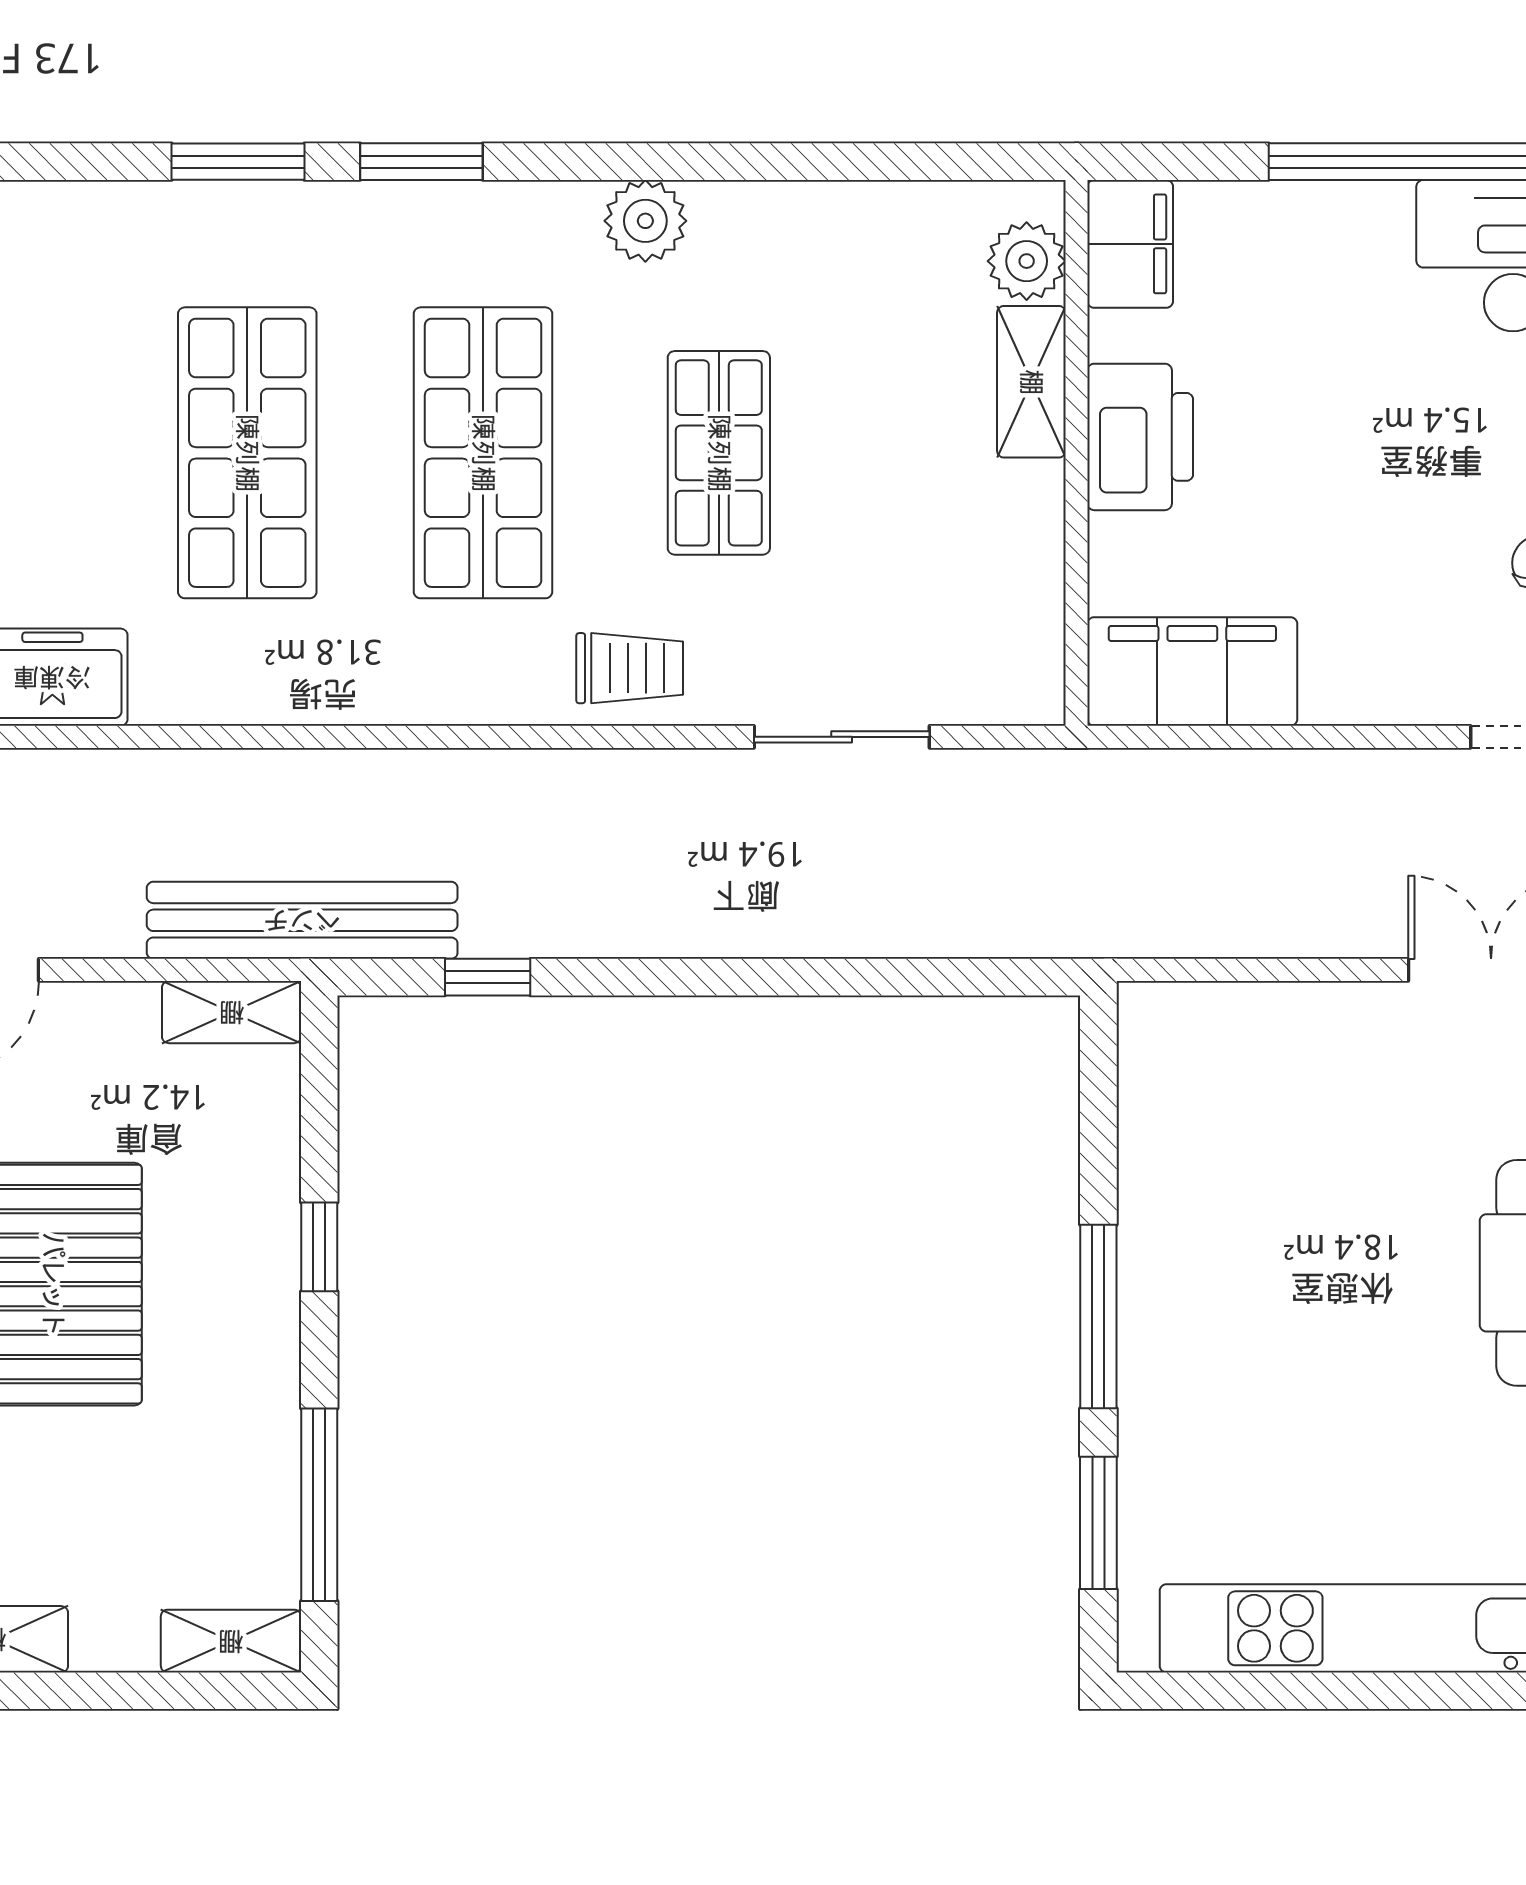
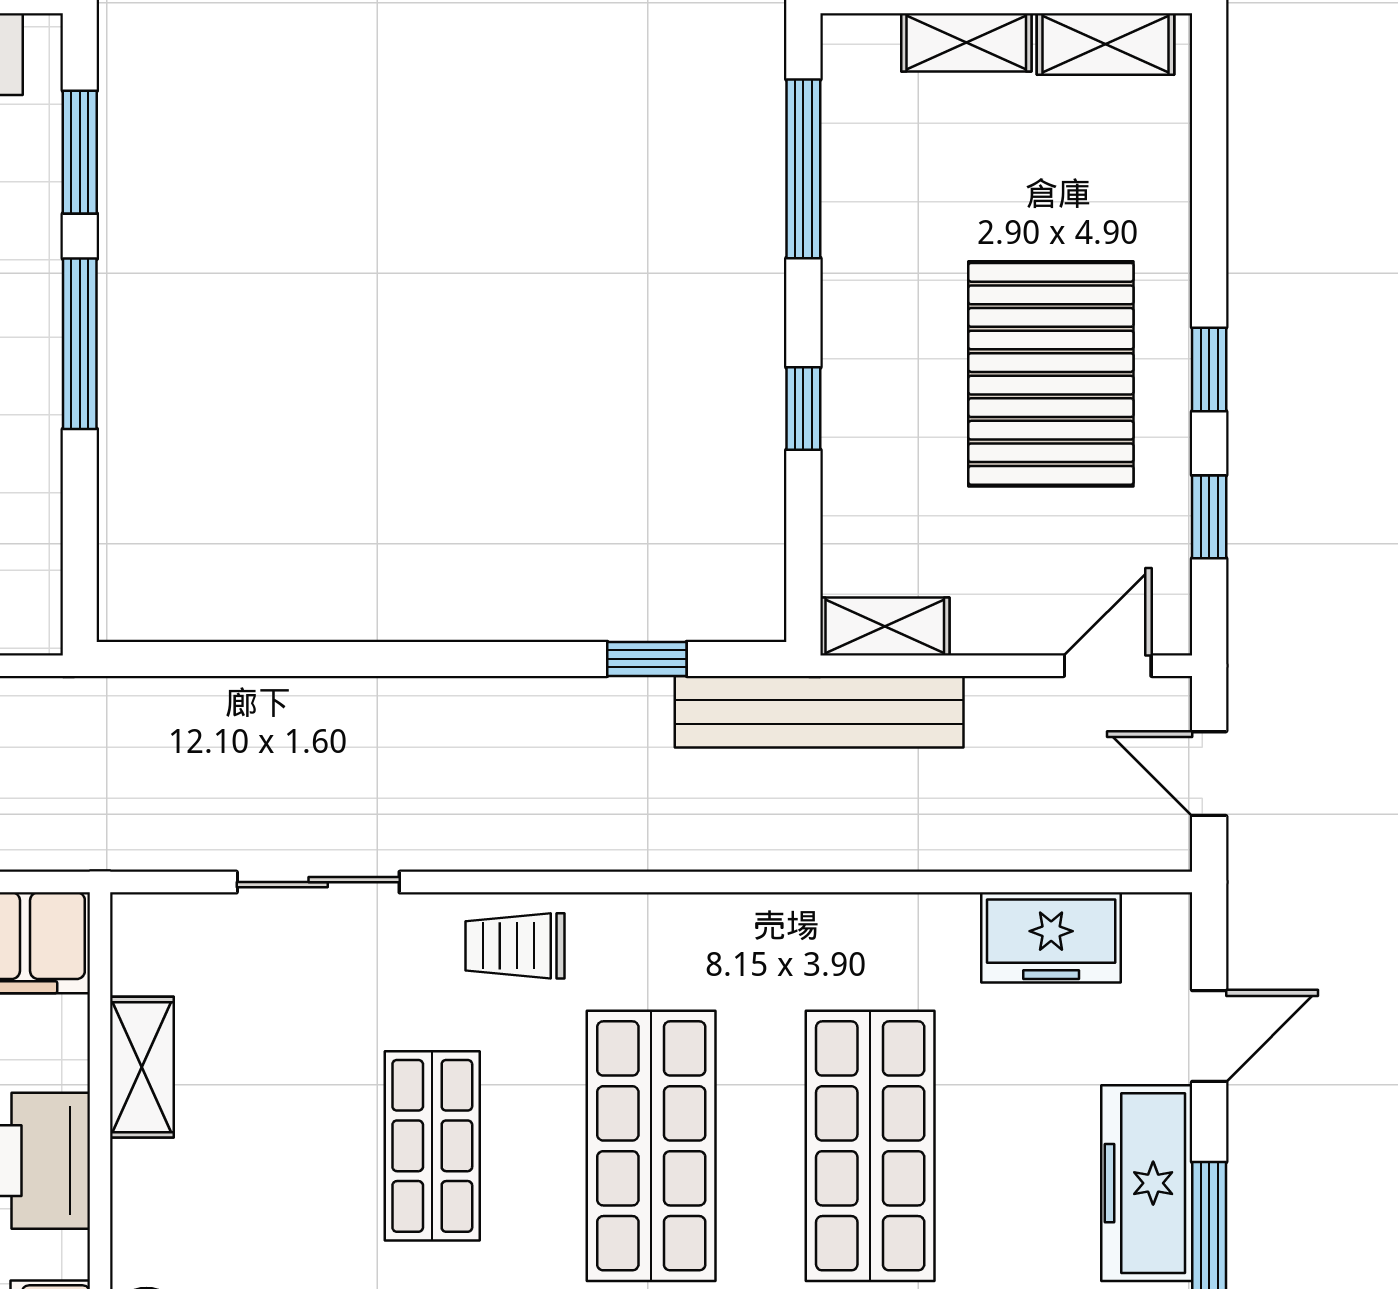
shelving: (1031, 382) -> (142, 1067), moved
shelving: (231, 1641) -> (966, 42), moved

